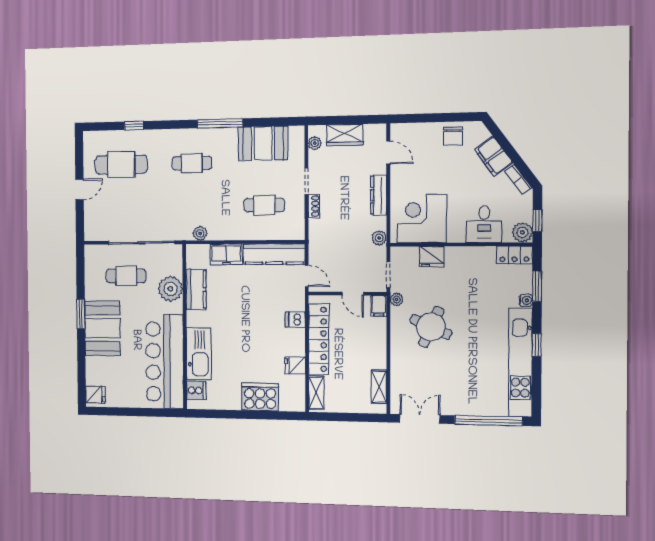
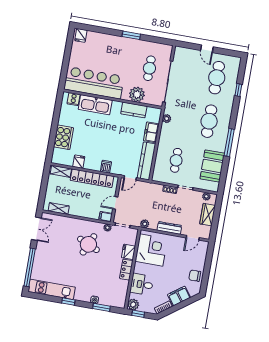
cafe table: (192, 163) -> (209, 121), width x1.37, depth x1.35
locker: (514, 255) -> (126, 270), moved
booth: (103, 328) -> (120, 48), removed
kitchen unit: (520, 363) -> (52, 289), width x0.73

